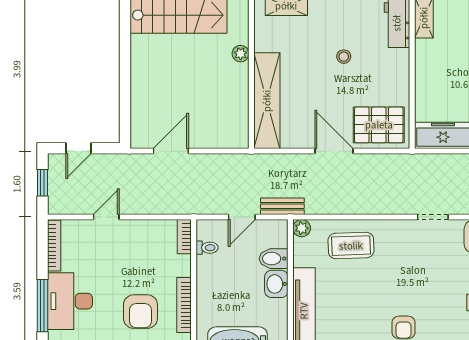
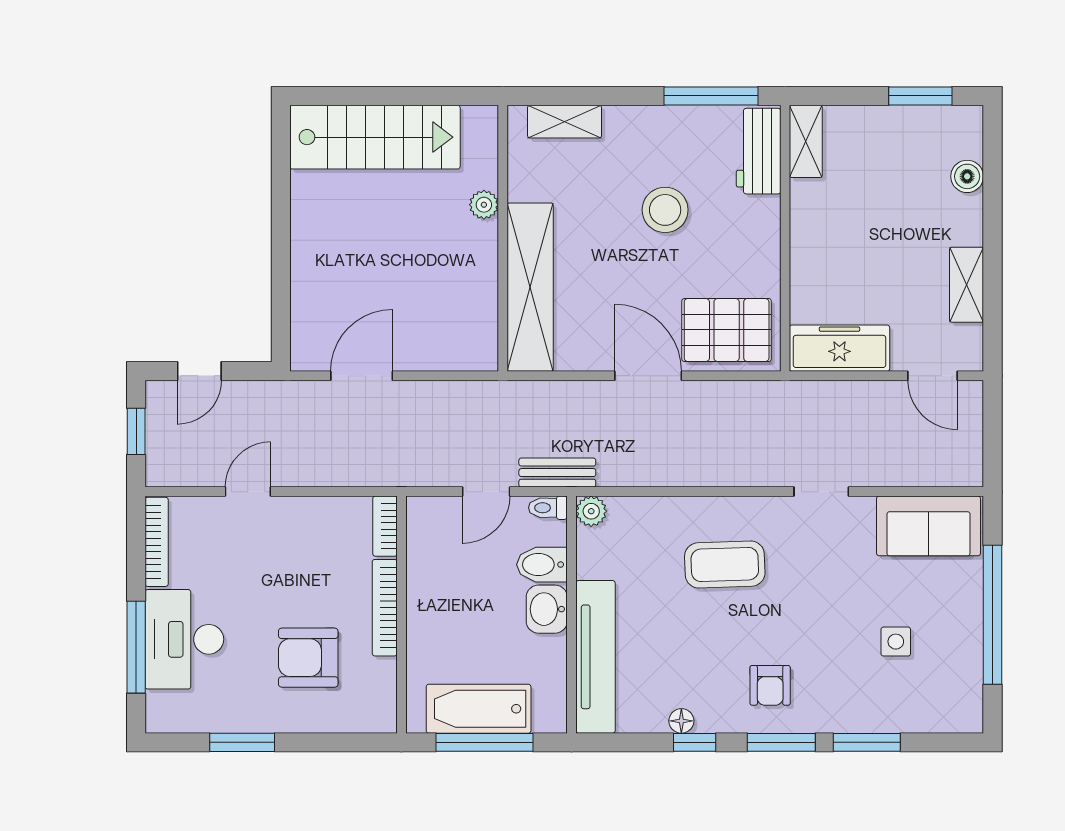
stool: (344, 57) -> (665, 210), width x1.89, depth x1.89
coffee table: (351, 246) -> (725, 565), moved
toilet: (207, 248) -> (548, 508), moved, turned 180
bookcase: (184, 305) -> (385, 608), moved
armchair: (140, 312) -> (308, 658), turned 90

